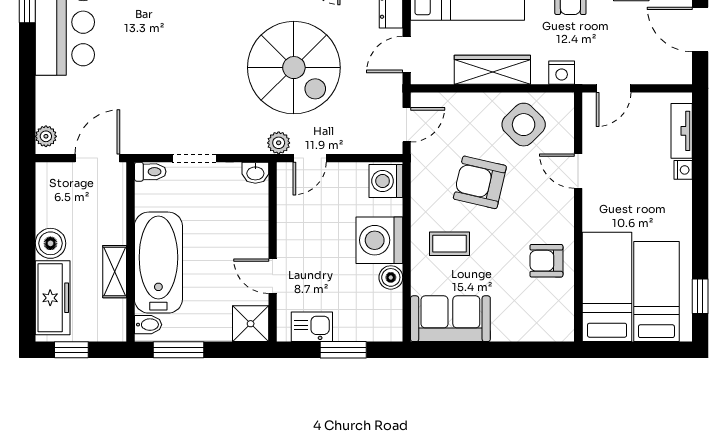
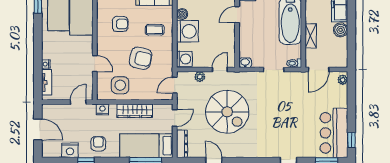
spiral stairs: (294, 68) -> (227, 112), turned 180
side table: (524, 125) -> (120, 85), turned 45
plant: (279, 143) -> (200, 77), moved
armchair: (546, 261) -> (120, 24), moved
shelving: (115, 272) -> (311, 36), moved
door: (273, 276) -> (237, 15), swing flipped

